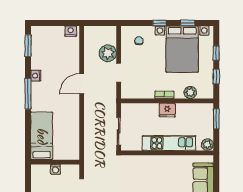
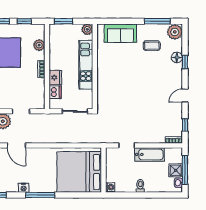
door: (82, 84) -> (16, 145), moved
dishwasher: (139, 110) -> (55, 92), added
fridge: (167, 110) -> (55, 78), moved
bed: (42, 136) -> (79, 172), width x2.04
washing machine: (56, 169) -> (110, 187), moved

